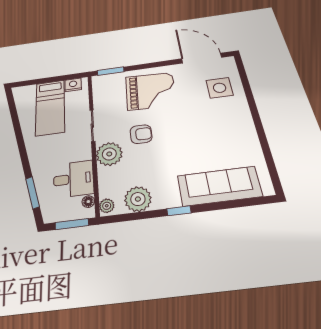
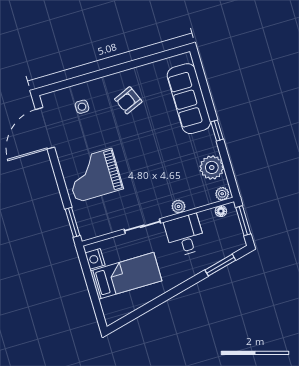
side table: (220, 88) -> (82, 107), width x0.54, depth x0.54
grand piano: (150, 91) -> (94, 175), turned -93
armchair: (141, 134) -> (128, 100), moved, turned -113
plant: (109, 154) -> (178, 206), width x0.53, depth x0.53
desk: (73, 179) -> (185, 235), moved

